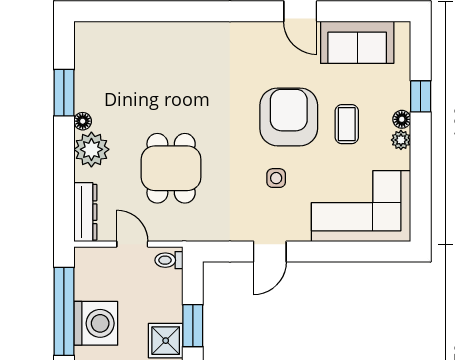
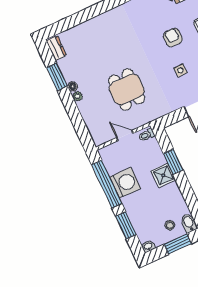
armchair: (289, 117) -> (173, 37), width x0.53, depth x0.53
plant: (91, 149) -> (77, 96), width x0.53, depth x0.53
dresser: (85, 212) -> (56, 48), moved, width x0.70

